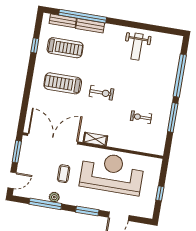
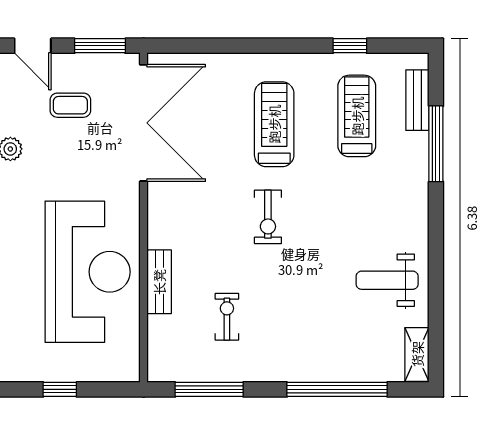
window: (83, 16) -> (436, 144), width x0.68
bench: (90, 26) -> (159, 282), moved
treadmill: (65, 48) -> (357, 116), turned 180
window: (173, 118) -> (209, 389), moved
shelving: (95, 139) -> (417, 354), moved
coffee table: (64, 174) -> (70, 105), moved

